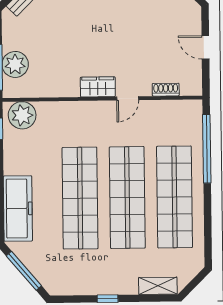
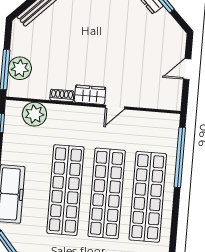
door: (205, 47) -> (187, 69), hinge flipped
shoe rack: (166, 90) -> (62, 95), moved
plant: (22, 115) -> (34, 114), moved

